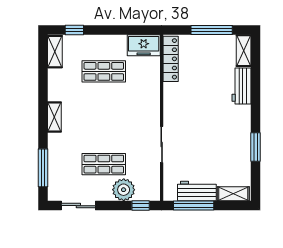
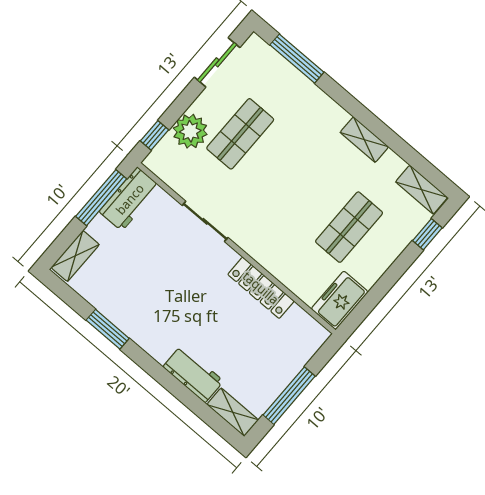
locker: (171, 59) -> (261, 288), moved
shelving: (54, 117) -> (364, 140), moved
workbench: (197, 191) -> (130, 199), moved

